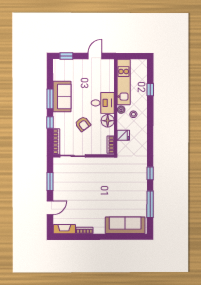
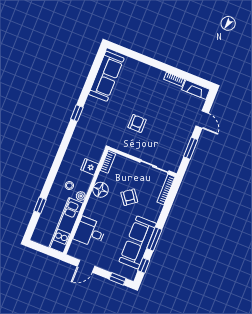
sofa: (62, 96) -> (138, 242), width x1.36
desk: (103, 103) -> (90, 232), moved
window: (50, 122) -> (144, 266), moved
armchair: (100, 184) -> (137, 123), added
window: (150, 204) -> (91, 79), removed
door: (50, 208) -> (202, 120), swing flipped
sofa: (125, 225) -> (106, 76), moved, turned -90

